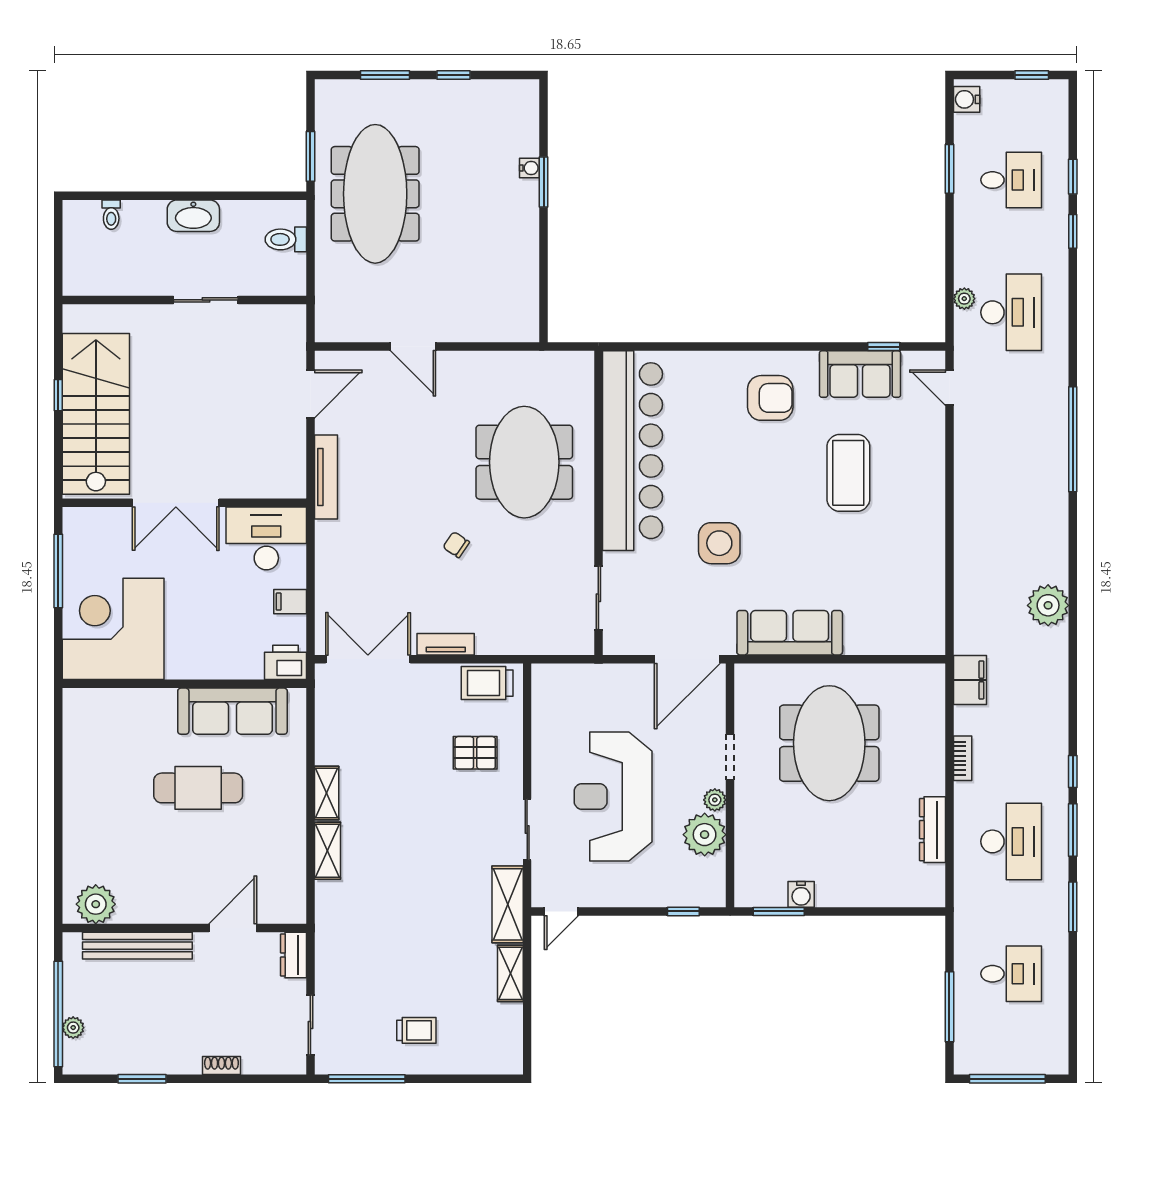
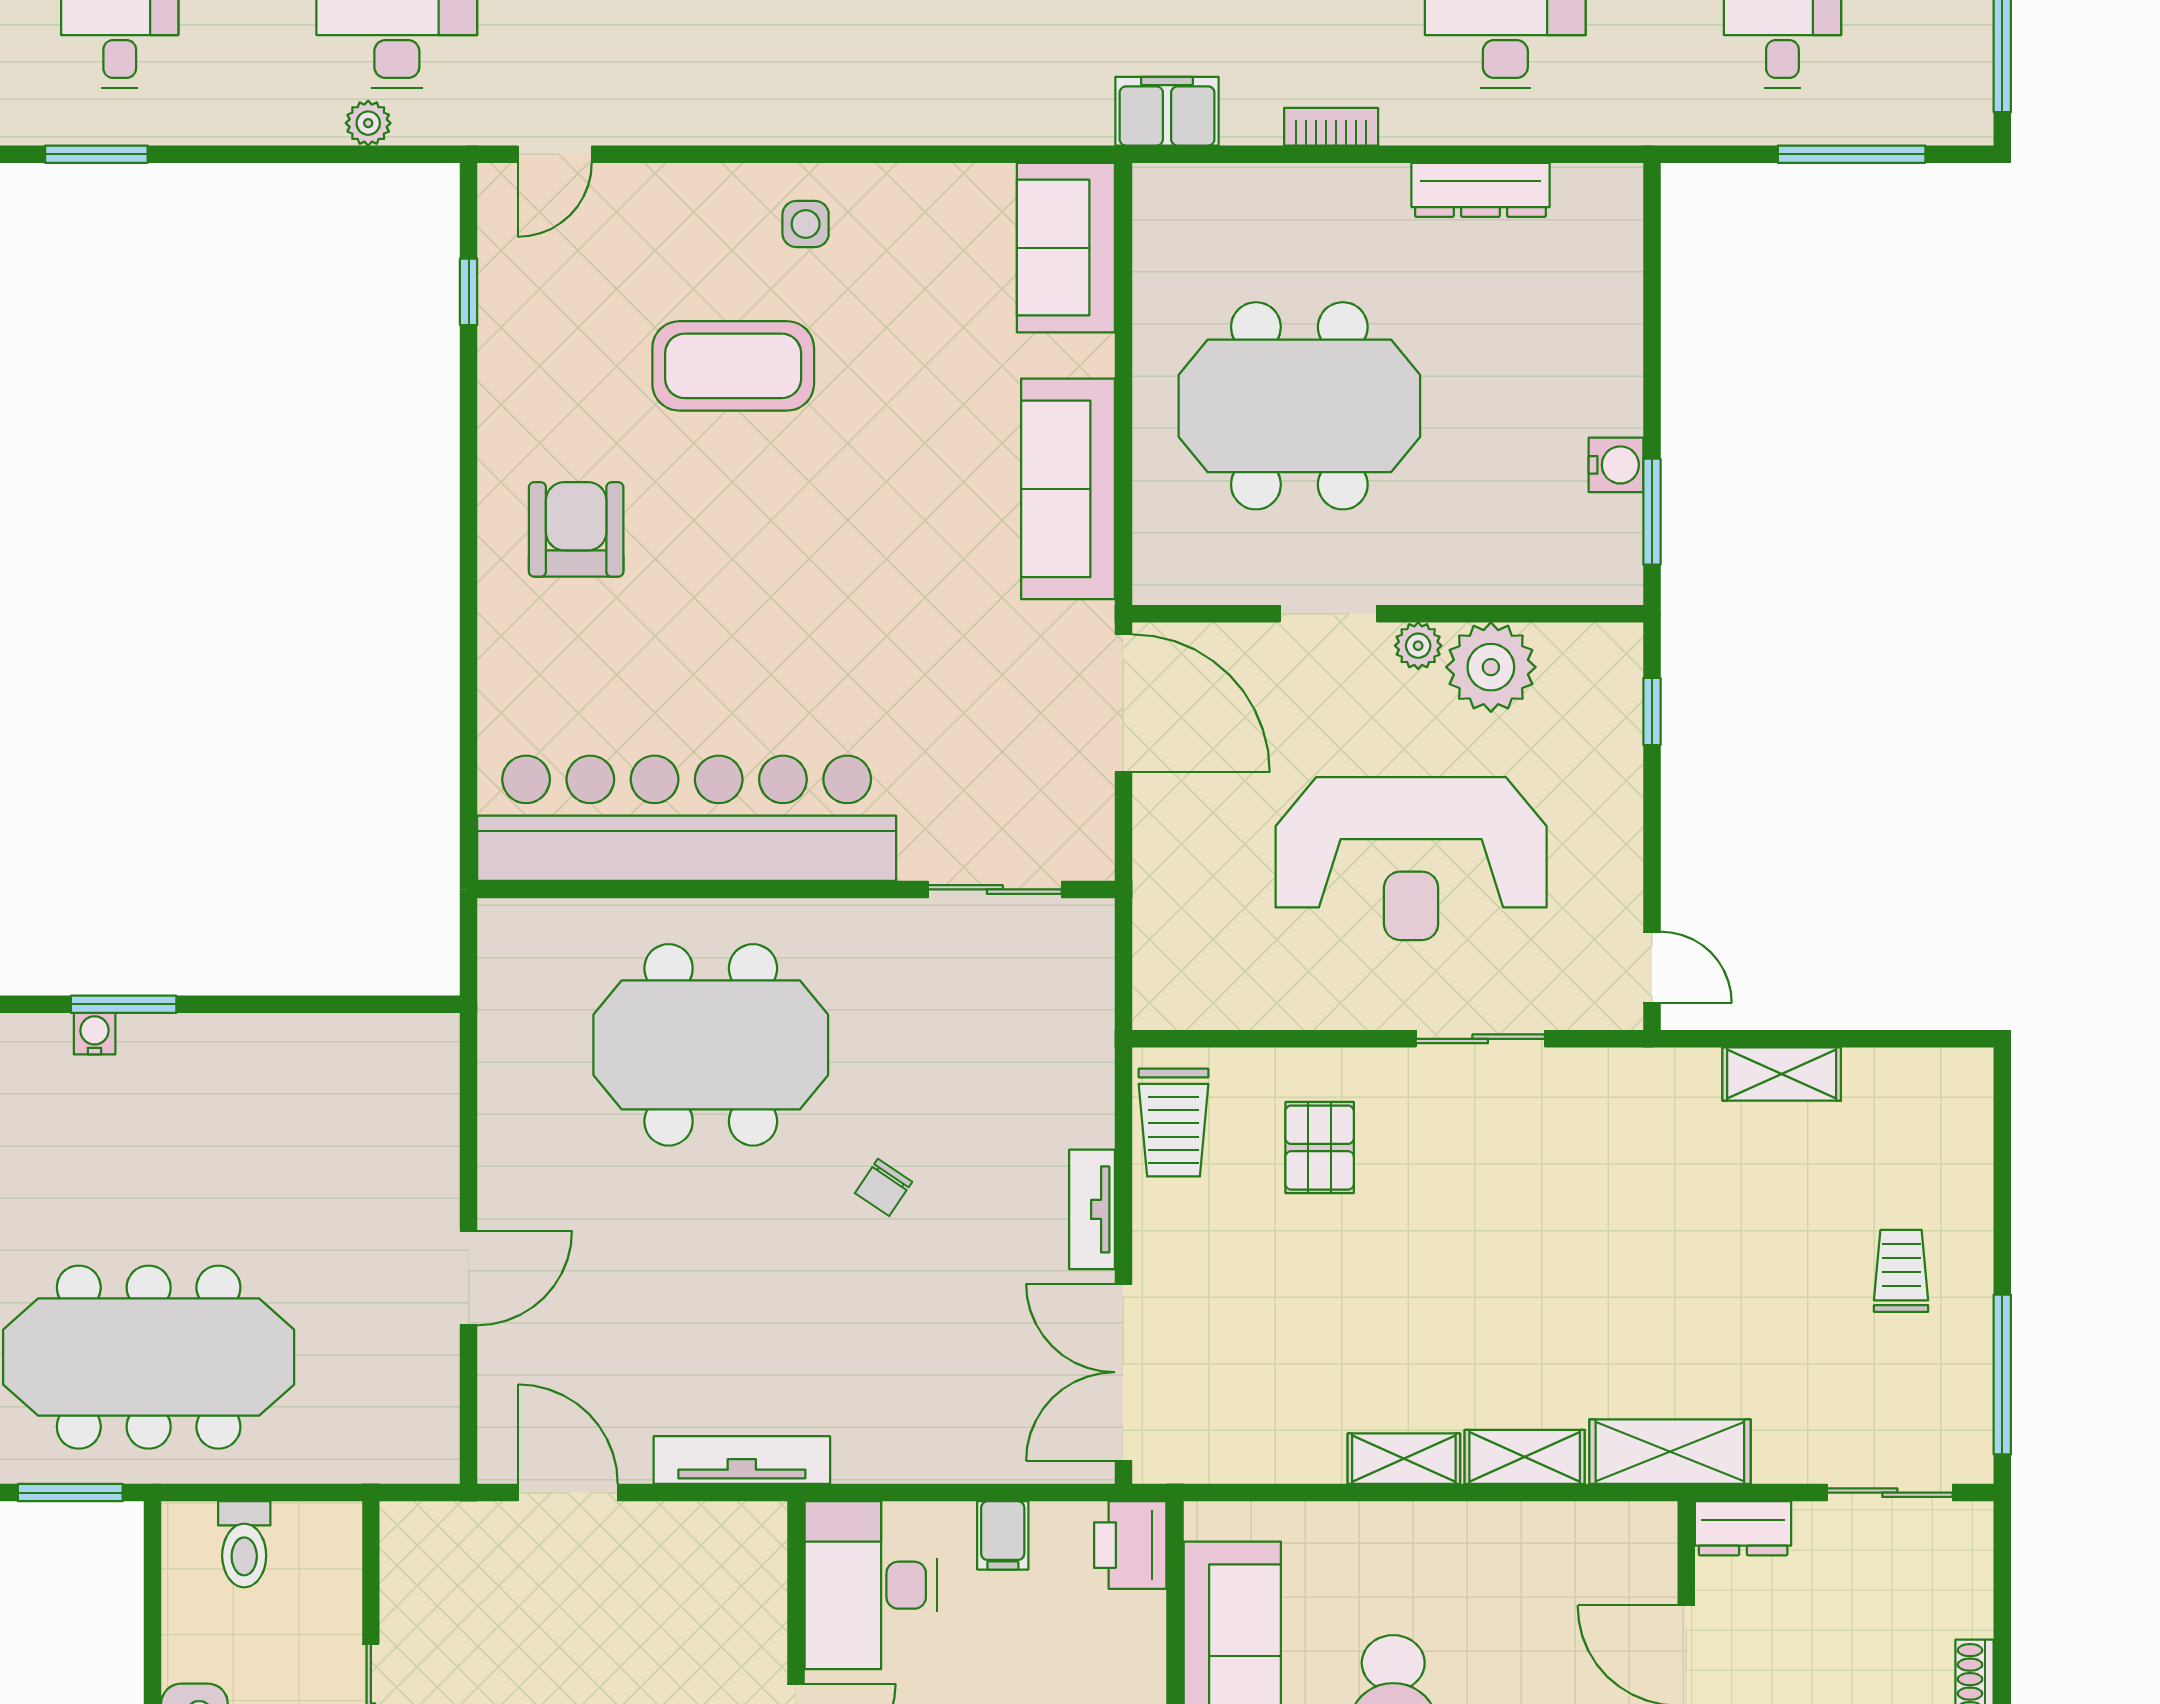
sofa: (860, 374) -> (1066, 248), moved, turned 180
side table: (719, 543) -> (806, 224), moved, width x0.54, depth x0.54
shelving: (508, 904) -> (1670, 1452), moved

